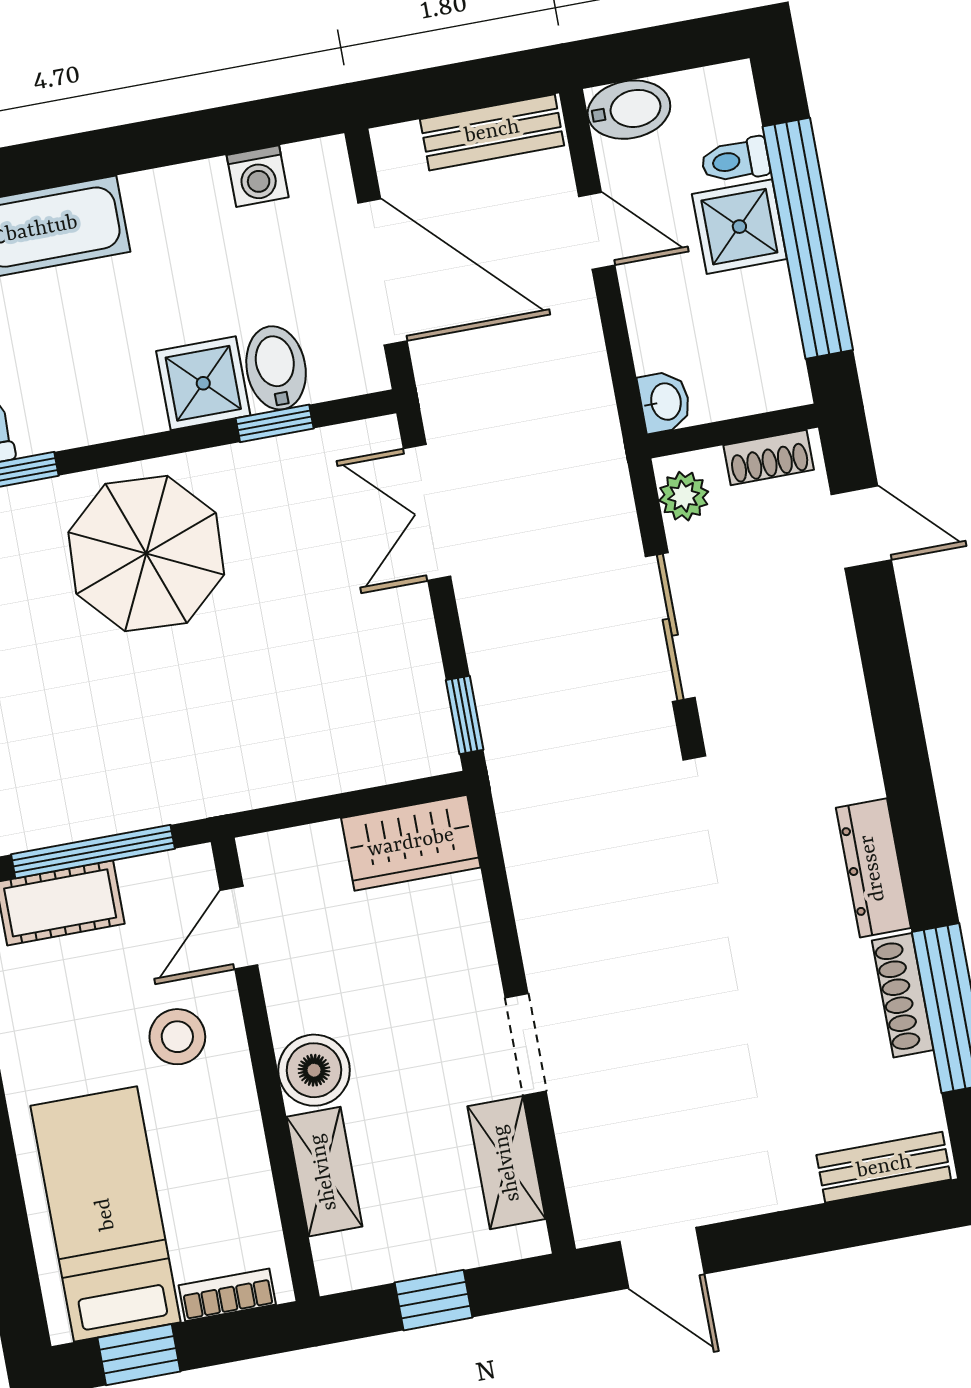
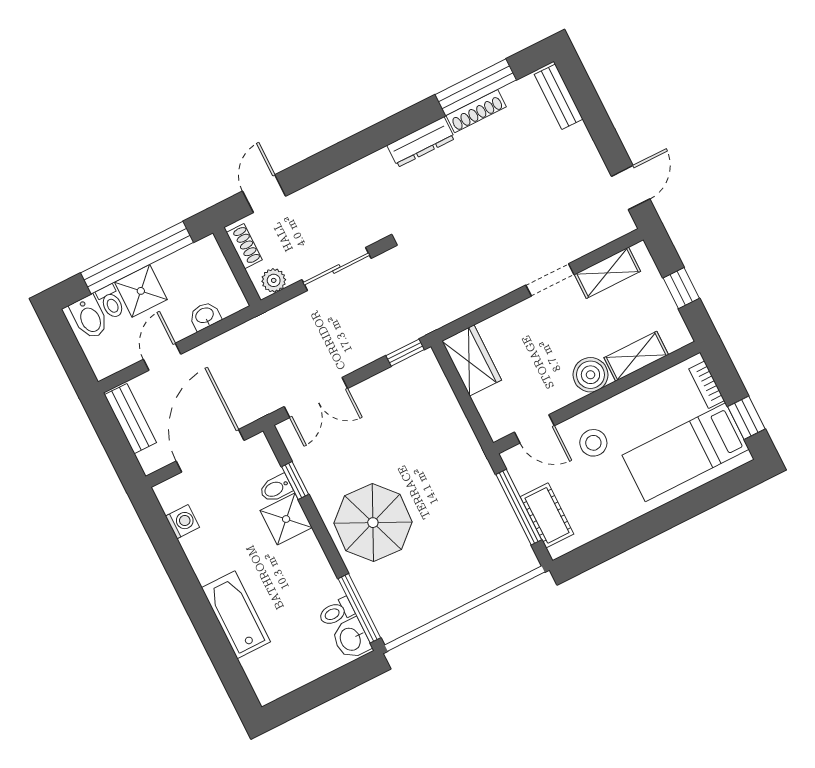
bidet: (629, 110) -> (89, 317), moved, turned 180
bidet: (276, 368) -> (276, 488), width x0.72, depth x0.74
washbasin: (665, 402) -> (205, 316), moved

